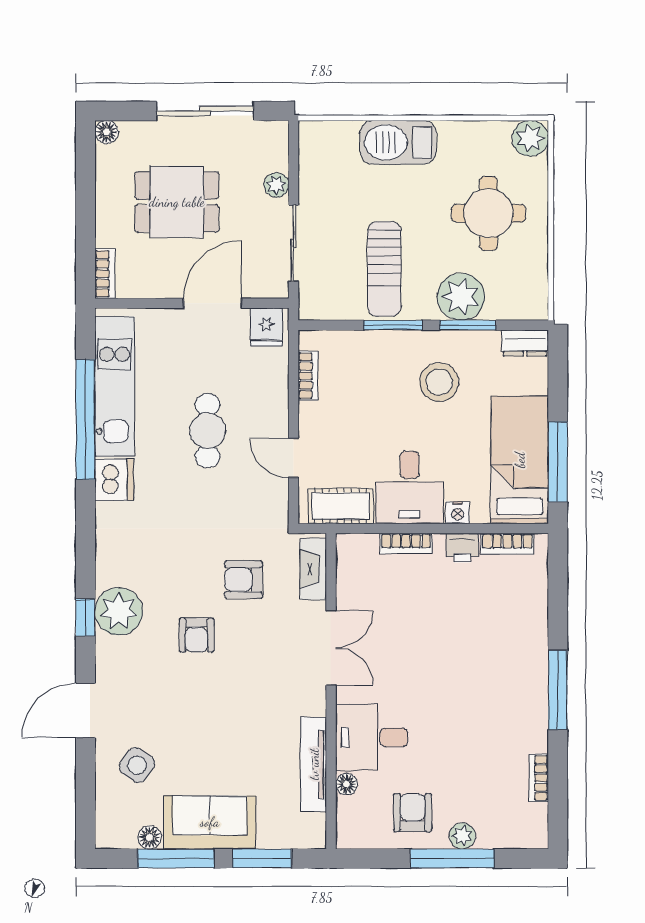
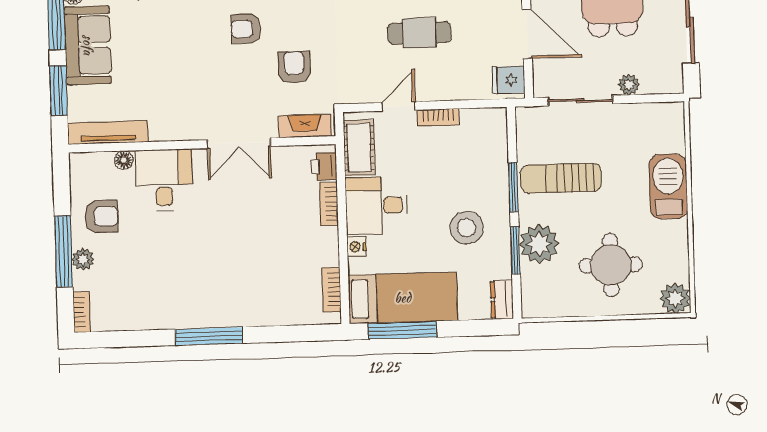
bookcase: (308, 376) -> (438, 117), moved
printer: (462, 548) -> (324, 166), moved
tv unit: (314, 764) -> (108, 132), moved
bookcase: (539, 778) -> (82, 312), moved, turned 90

